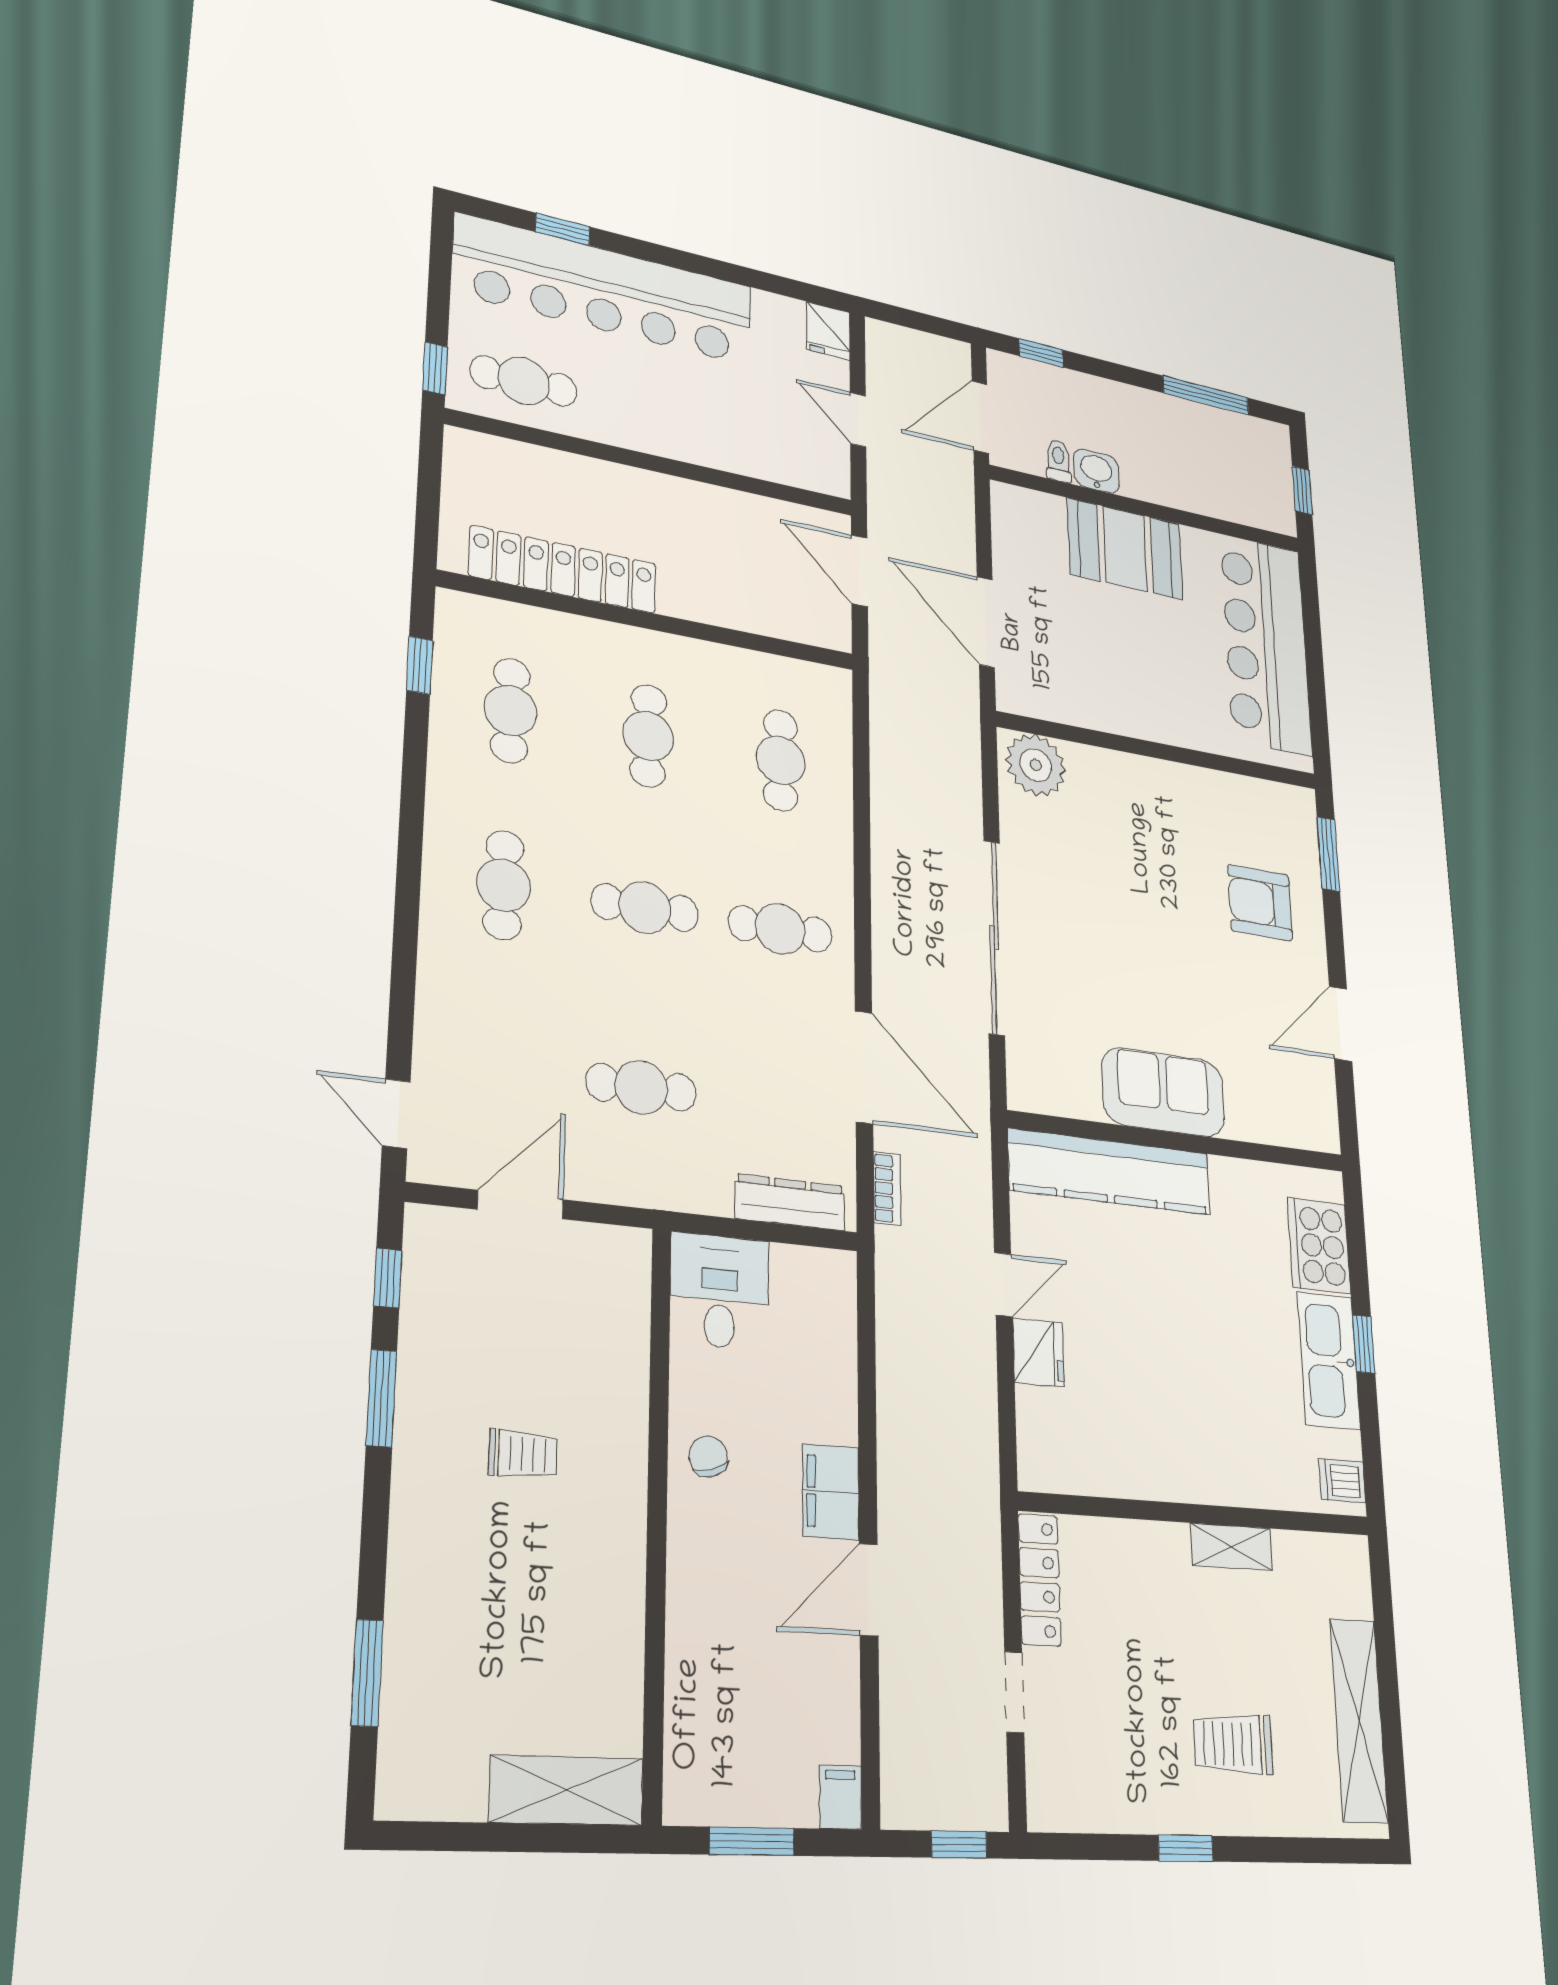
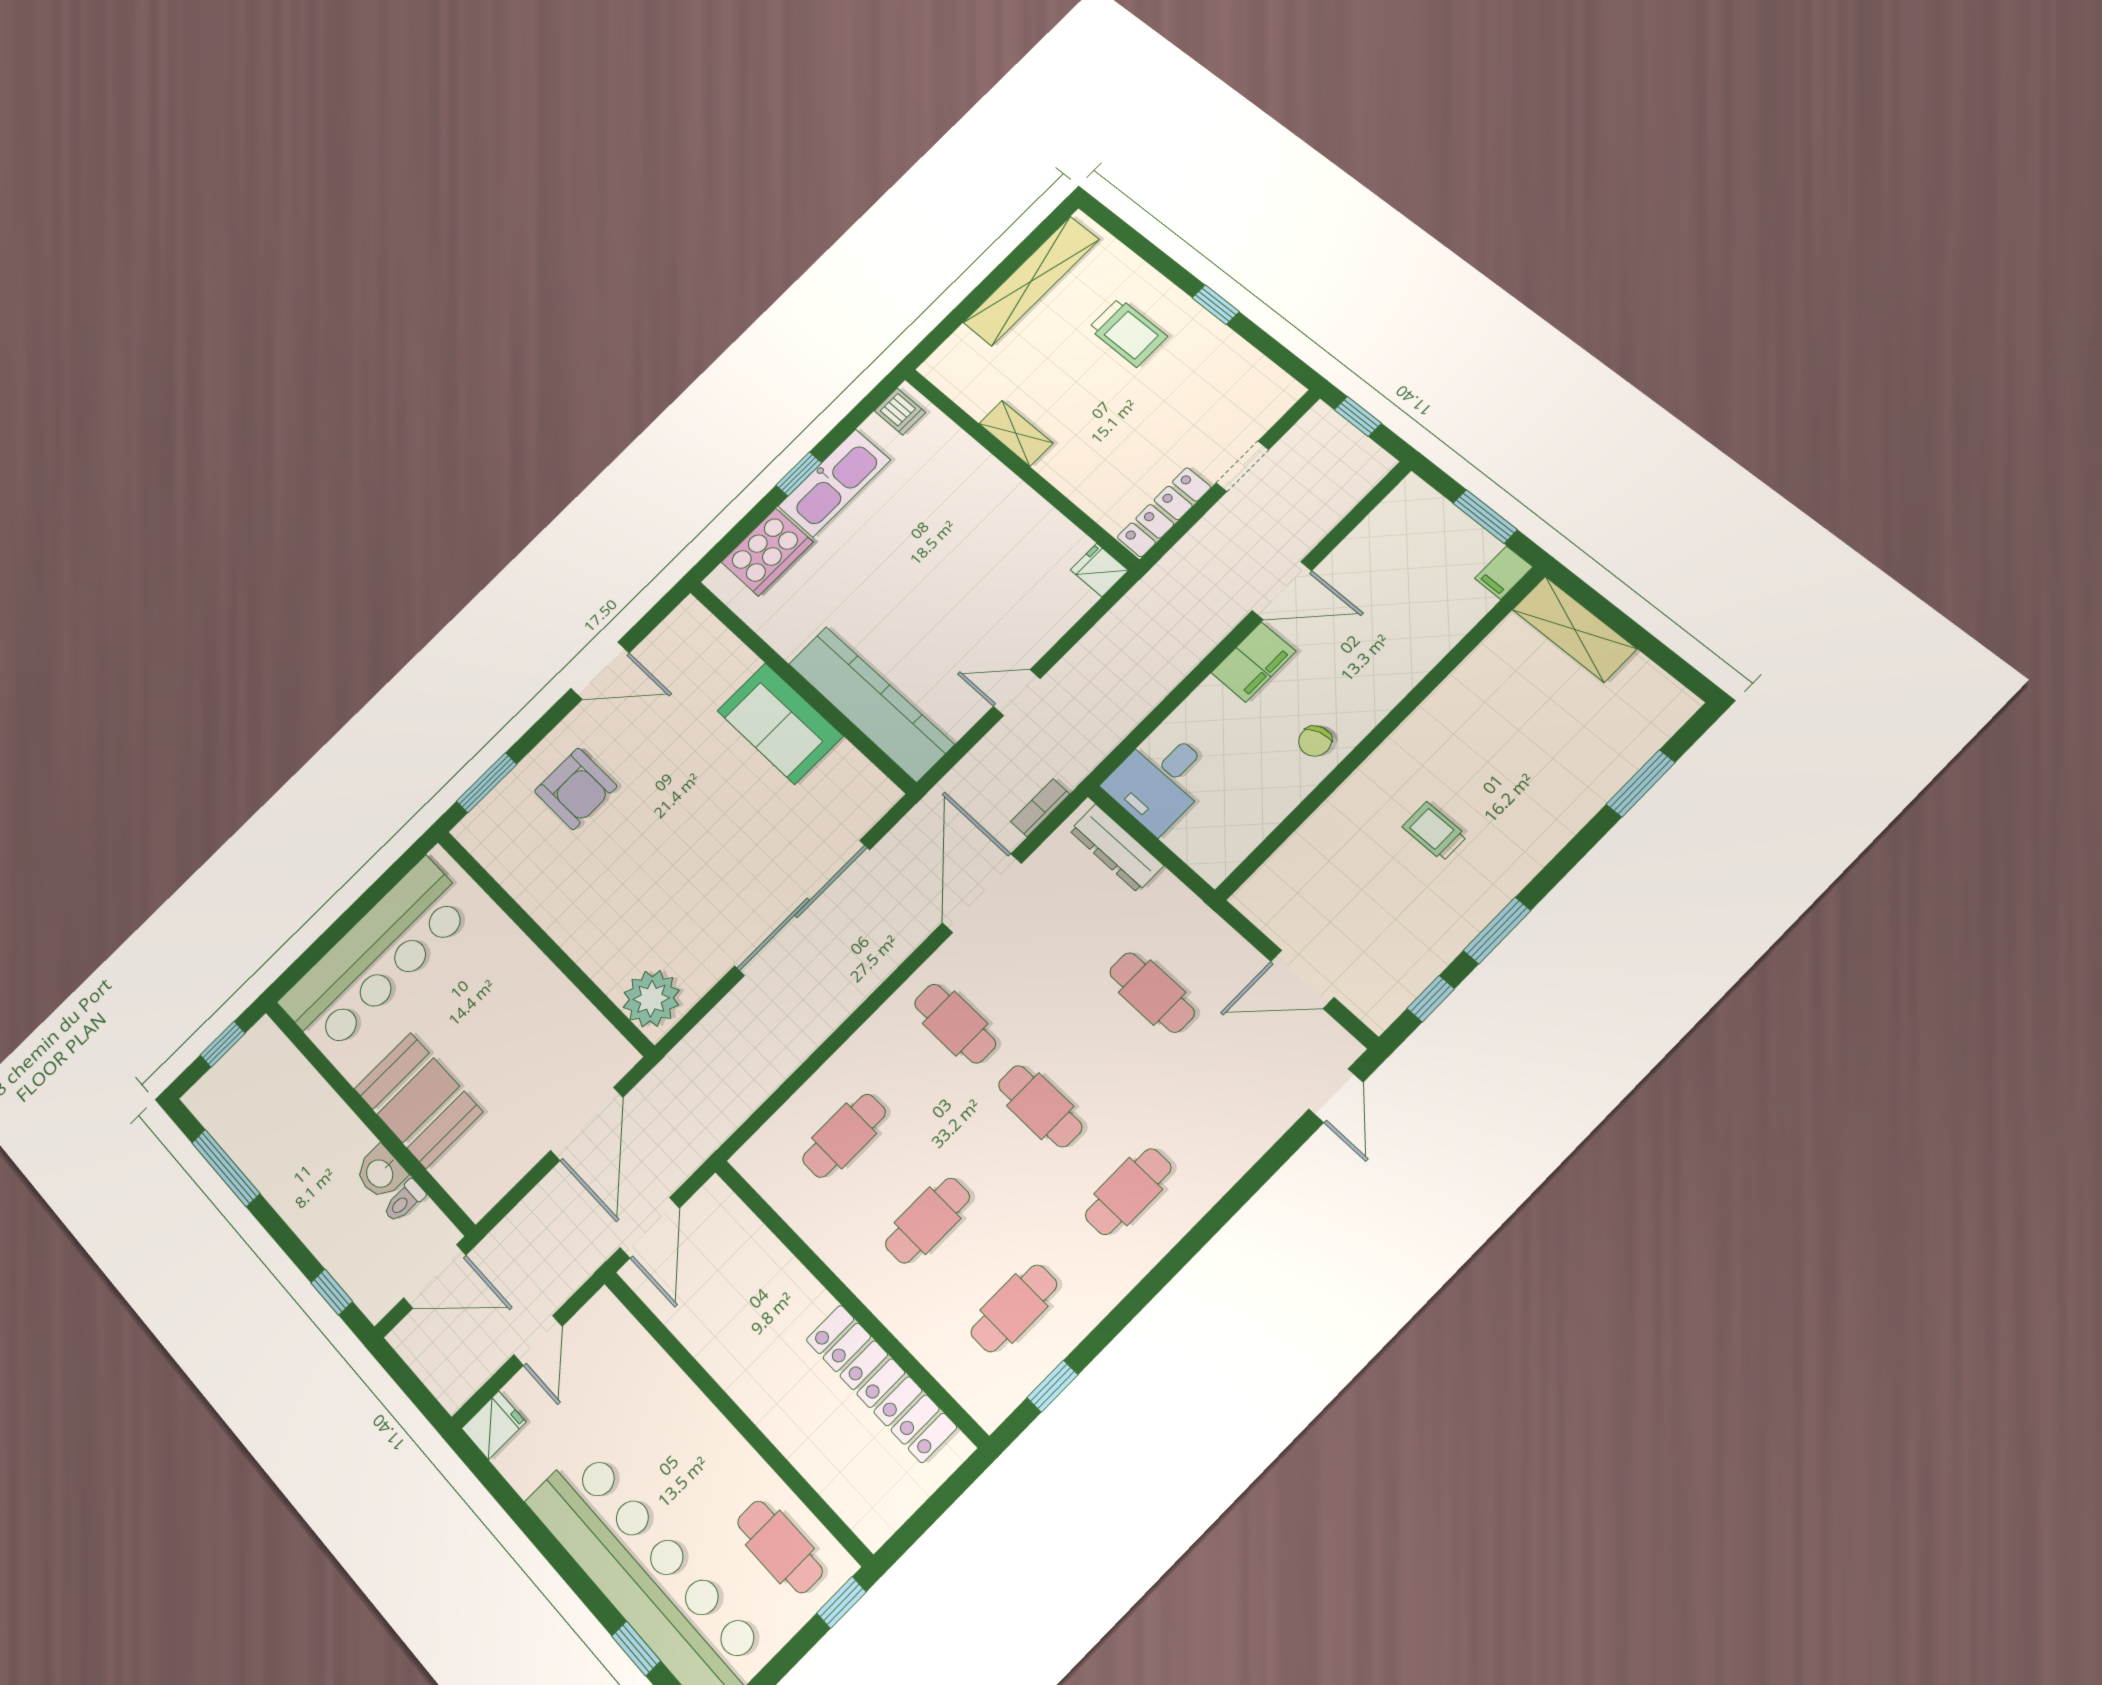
desk: (720, 1291) -> (1160, 780), moved
fridge: (1038, 1352) -> (1099, 570), moved, width x0.72
filing cabinet: (840, 1797) -> (1504, 573), moved

